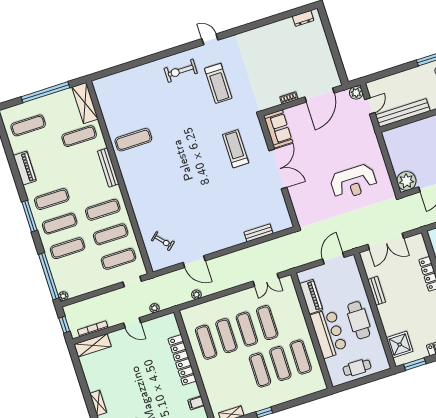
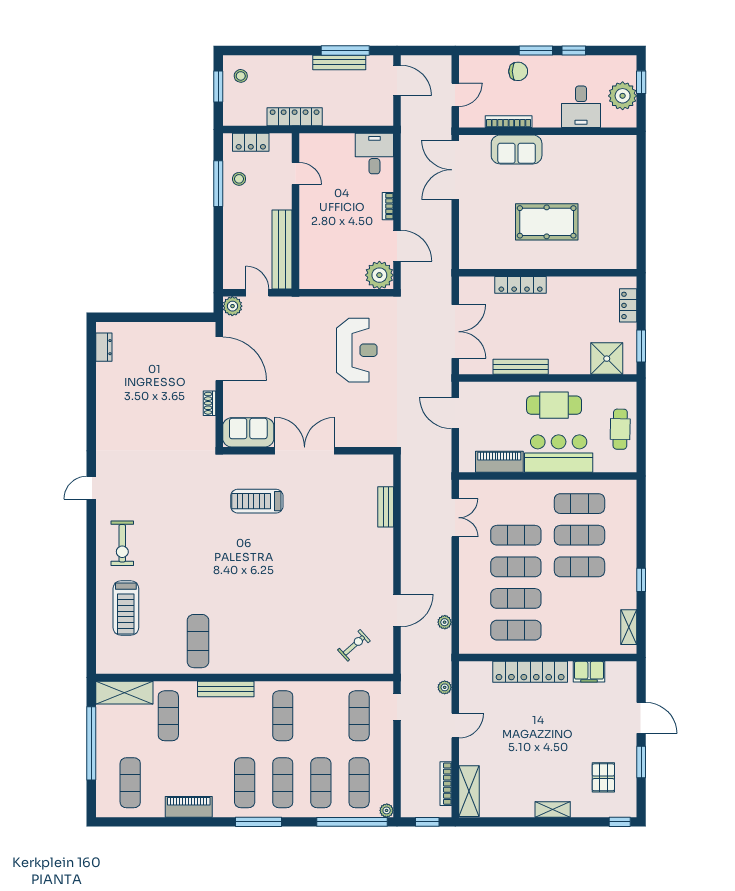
treadmill: (218, 83) -> (126, 608), moved, turned 90
exercise mat: (111, 234) -> (359, 783), moved
bench: (377, 291) -> (521, 367), width x1.36
filing cabinet: (196, 403) -> (589, 672), width x2.00

